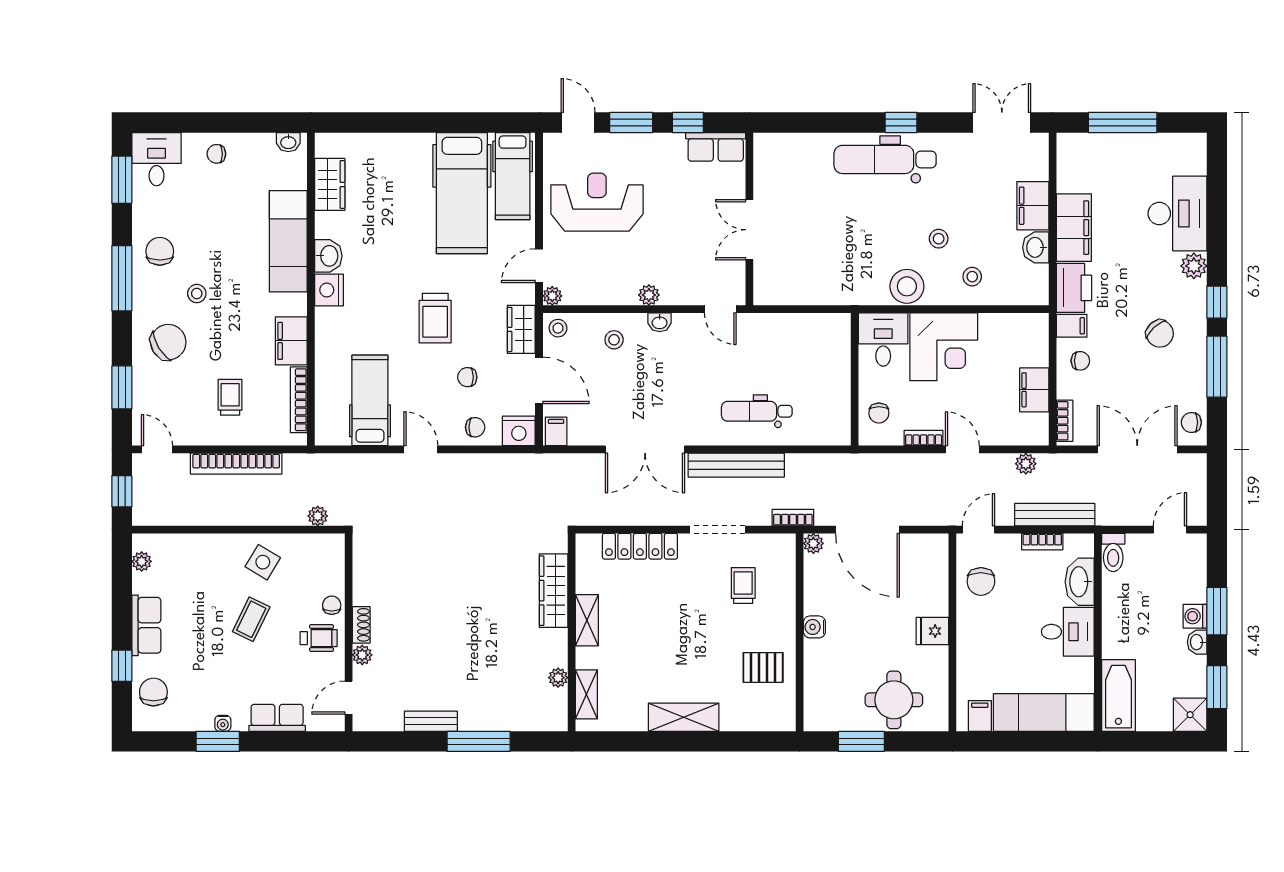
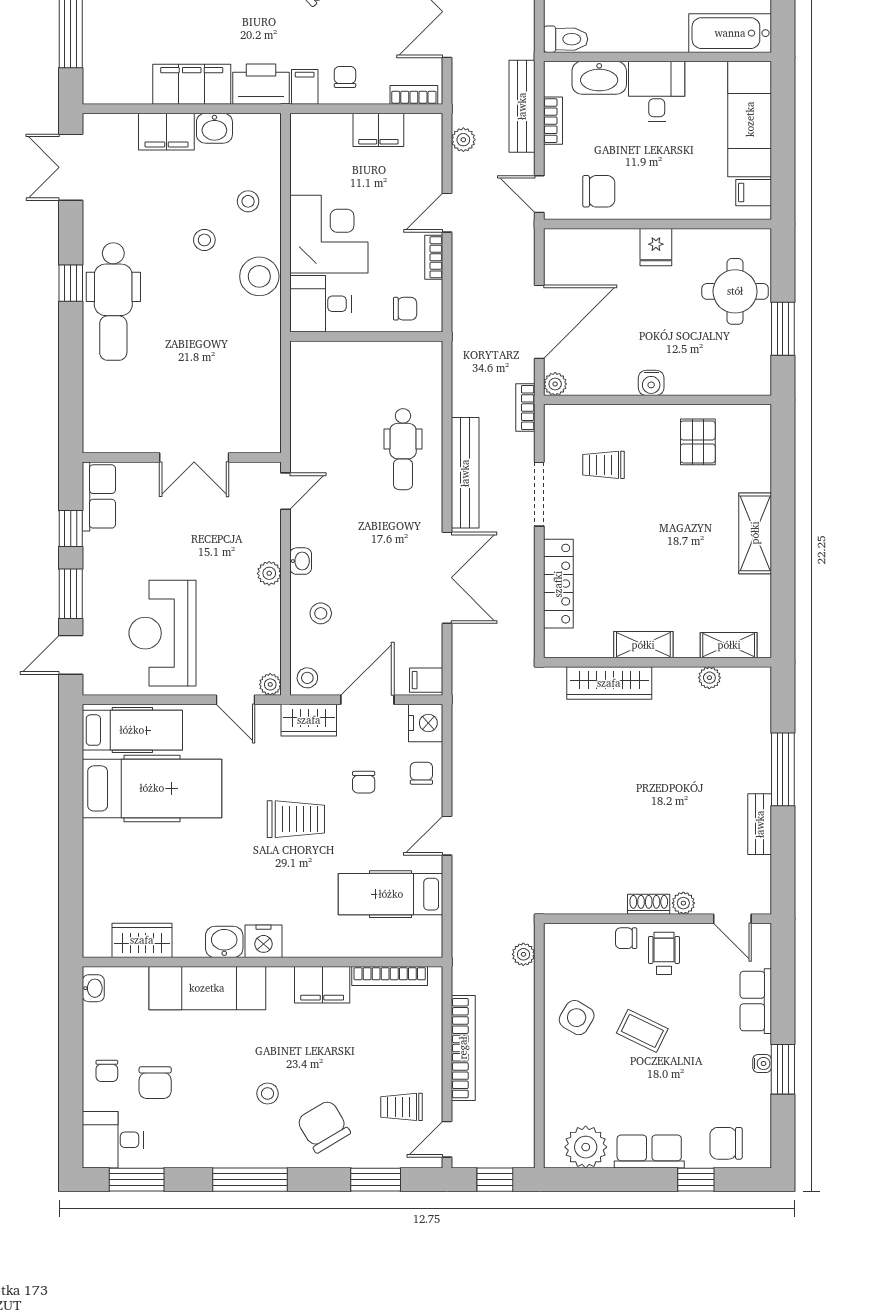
chair: (160, 251) -> (155, 1083), moved, turned -90
trolley: (230, 397) -> (402, 1107), moved
plant: (142, 561) -> (586, 1147), width x1.88, depth x1.88

